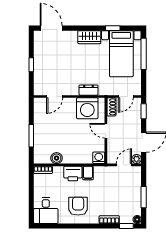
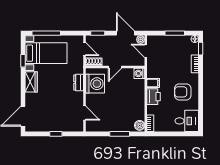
boiler: (57, 158) -> (140, 125), moved

